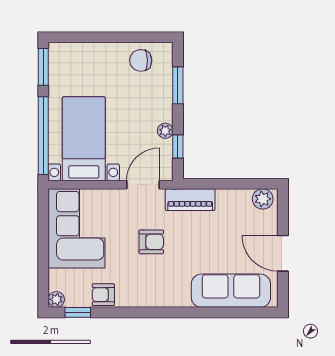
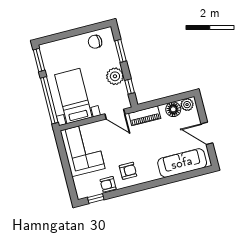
plant: (165, 131) -> (115, 76), width x1.87, depth x1.87
door: (143, 185) -> (115, 114), swing flipped
floor lamp: (239, 201) -> (173, 109), added
armchair: (151, 242) -> (128, 171), moved
plant: (56, 299) -> (81, 194), removed

